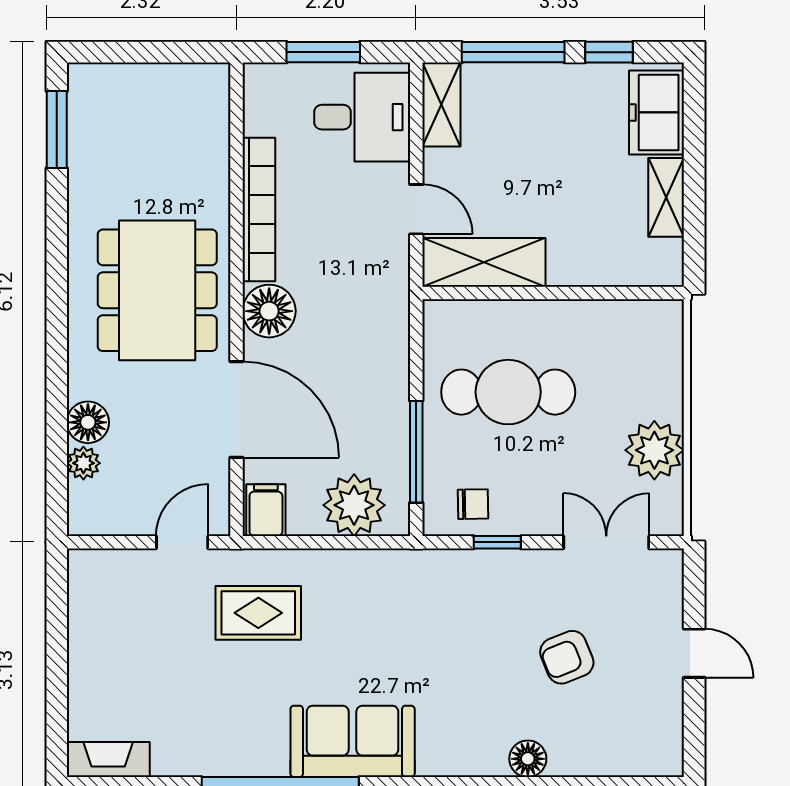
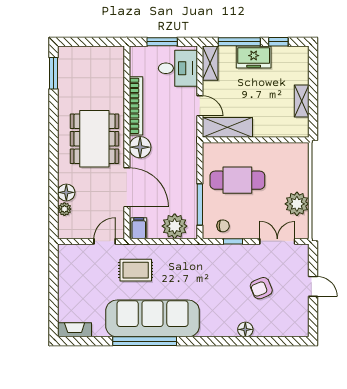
freezer: (656, 112) -> (254, 57), moved, turned -90
sofa: (353, 741) -> (153, 318), width x1.85, depth x1.27

